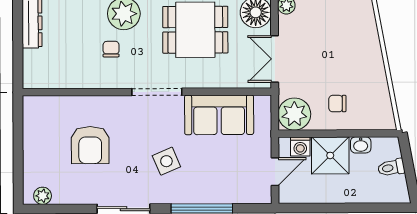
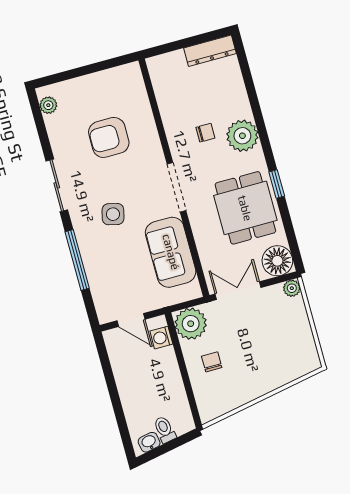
washbasin: (361, 145) -> (149, 442), moved, turned 79
shower: (330, 155) -> (160, 368), removed
side table: (166, 161) -> (113, 214), turned 37

